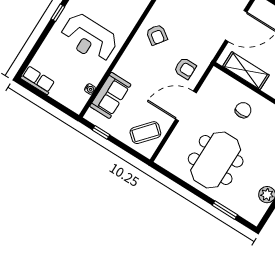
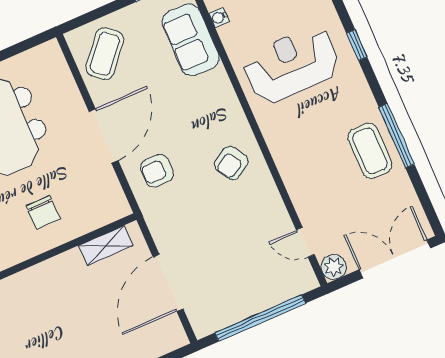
armchair: (157, 35) -> (231, 163), turned -67
shelving: (246, 71) -> (106, 246), width x0.67, depth x0.75

